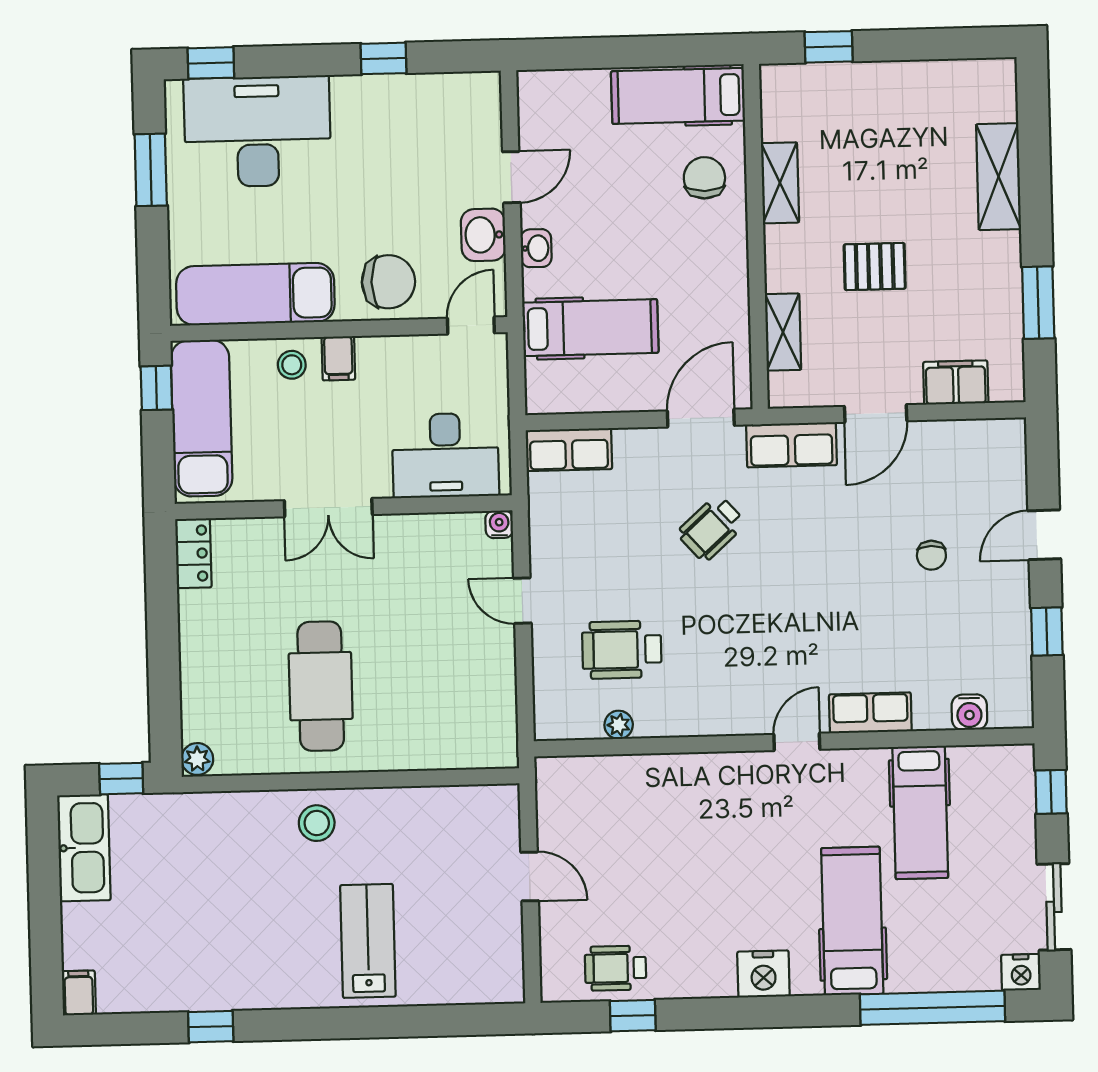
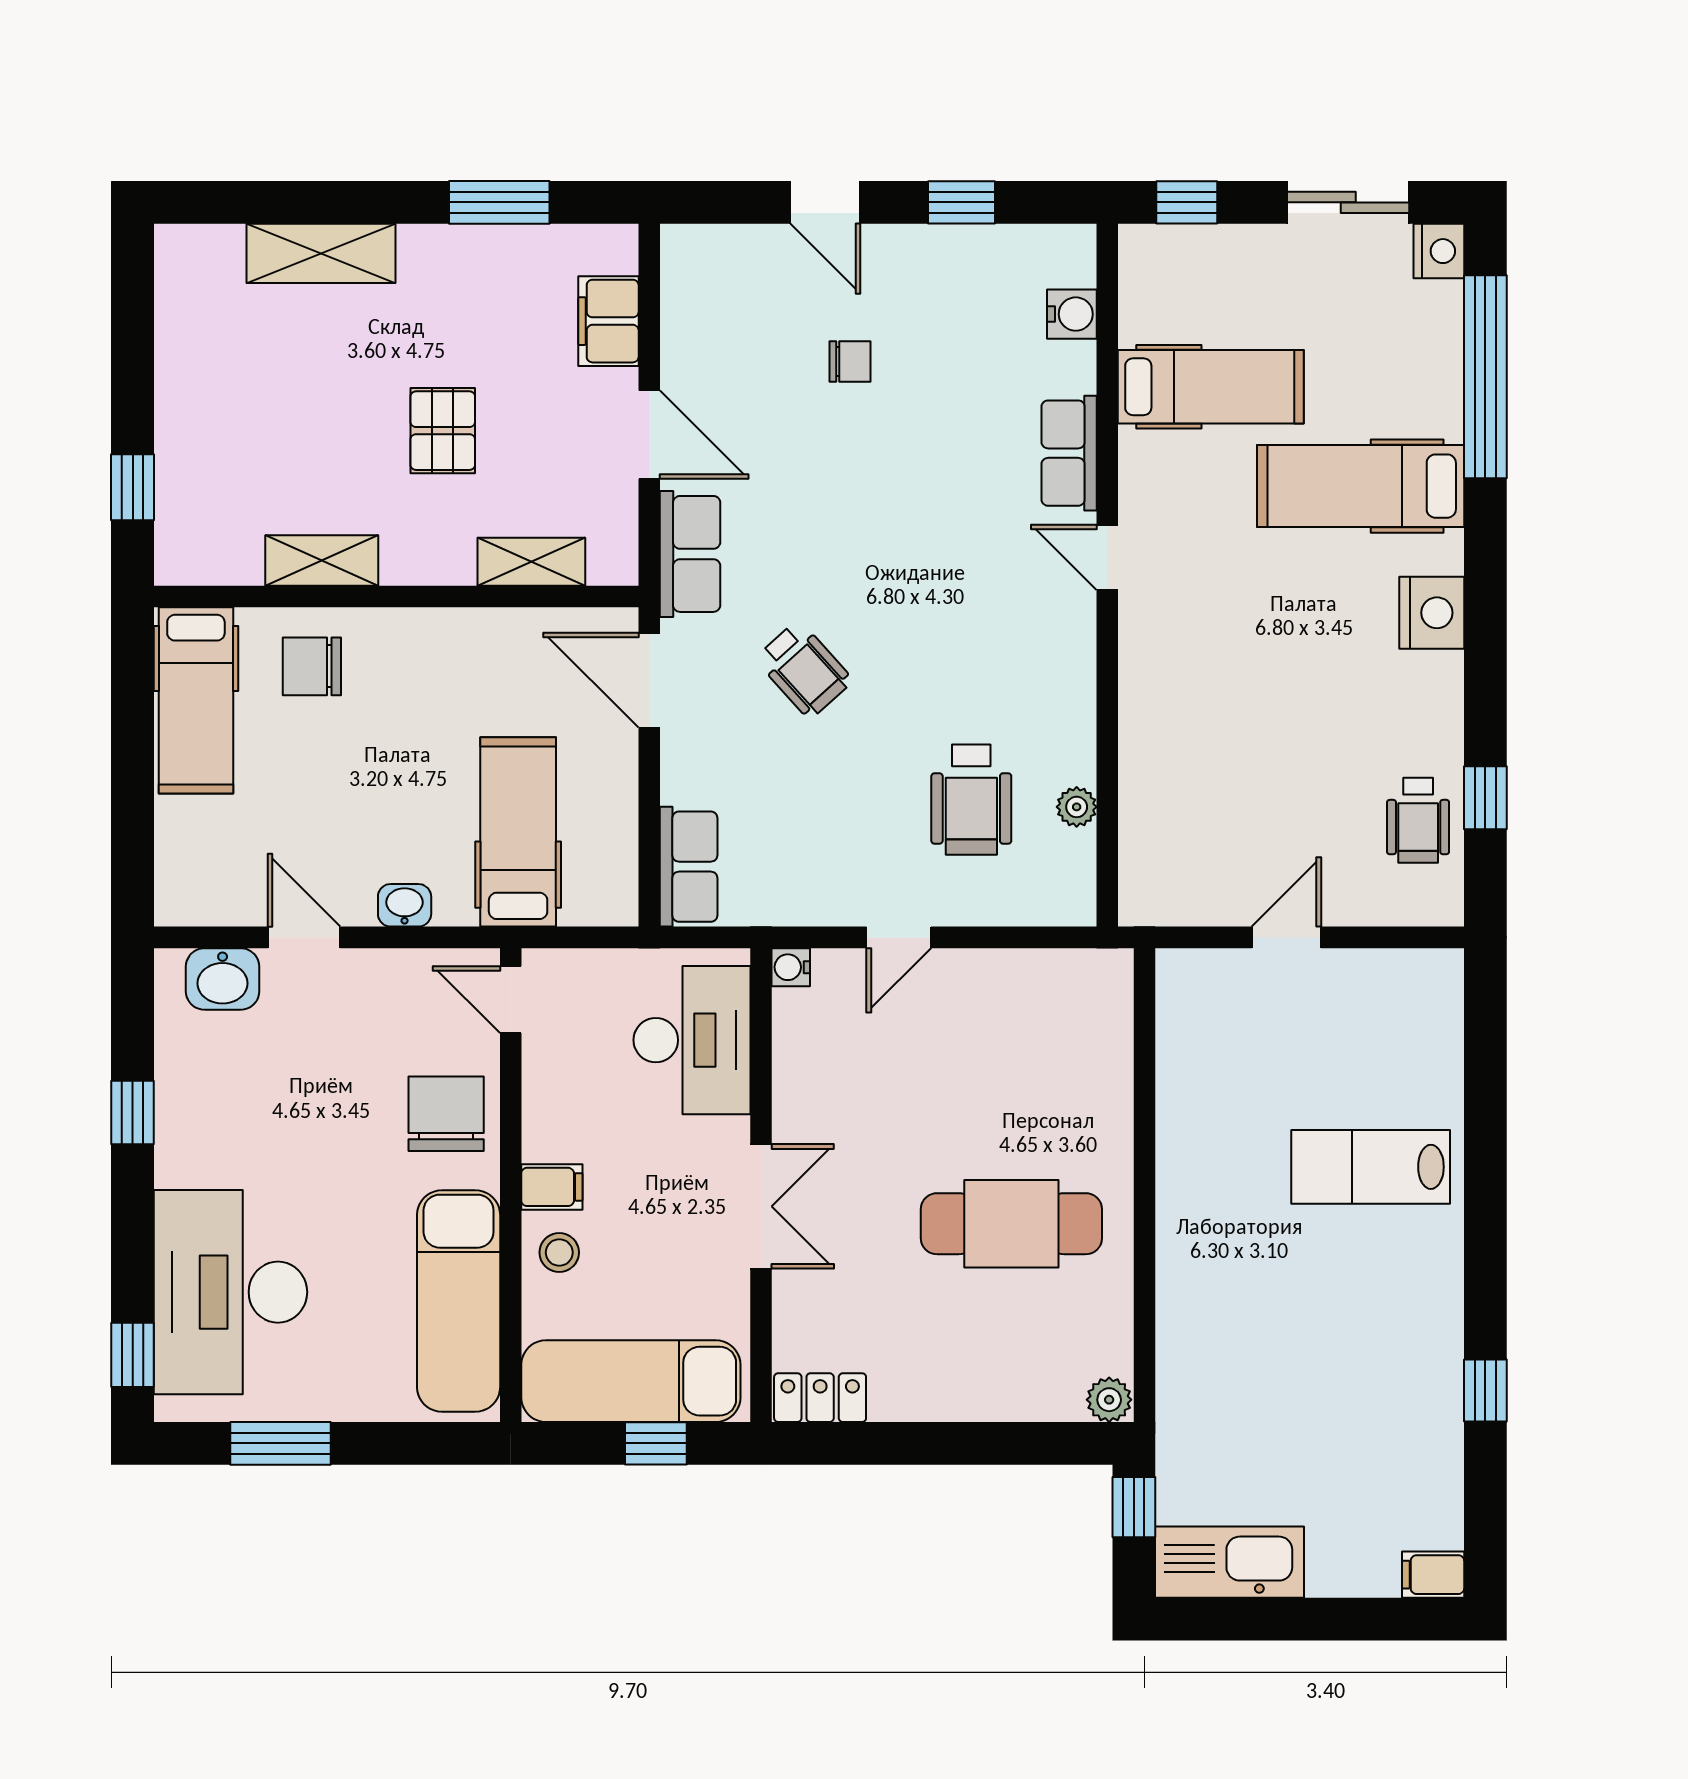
washbasin: (483, 235) -> (223, 979), moved
window: (156, 388) -> (656, 1443), moved
stool: (317, 823) -> (1203, 1234), removed

